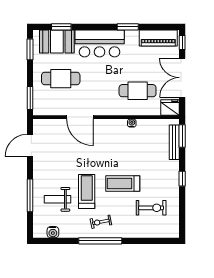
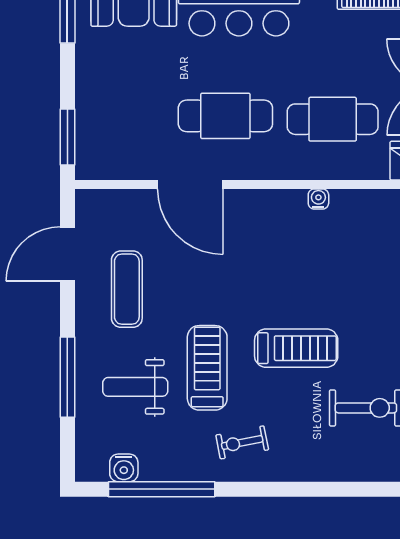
cafe table: (61, 79) -> (225, 116), moved
exercise mat: (54, 160) -> (127, 289), added
treadmill: (123, 184) -> (296, 348), turned 180
window: (100, 241) -> (162, 489), moved

